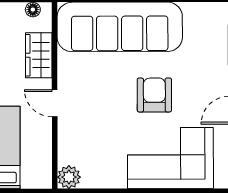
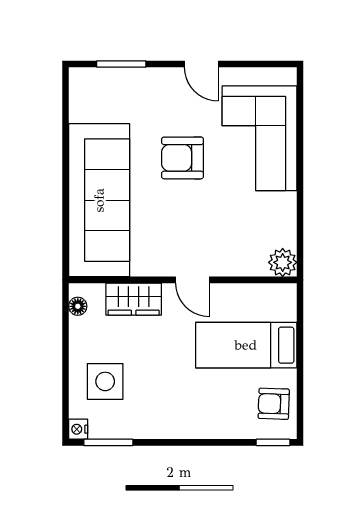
door: (55, 103) -> (192, 280), hinge flipped

